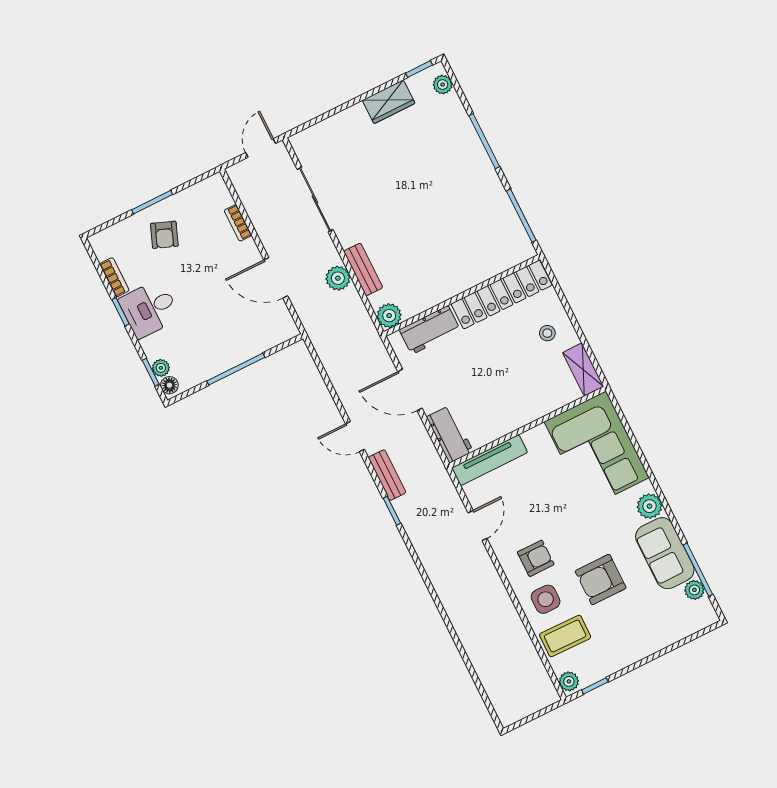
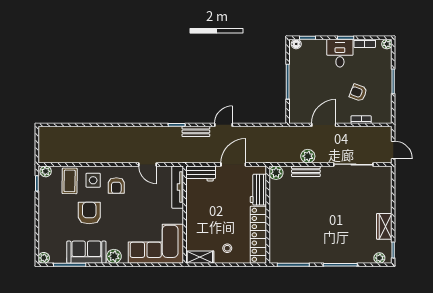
armchair: (164, 235) -> (358, 93), moved
plant: (161, 368) -> (387, 44), moved
plant: (694, 590) -> (44, 258), moved

